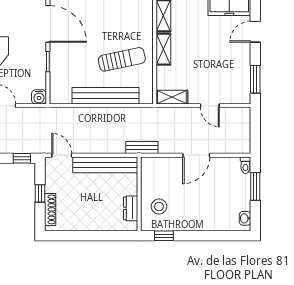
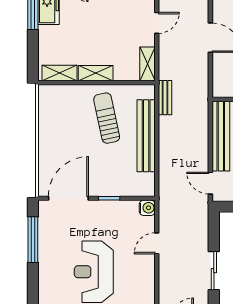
bench: (142, 148) -> (165, 98), moved
door: (62, 155) -> (210, 183), hinge flipped
window: (22, 158) -> (214, 226), removed

